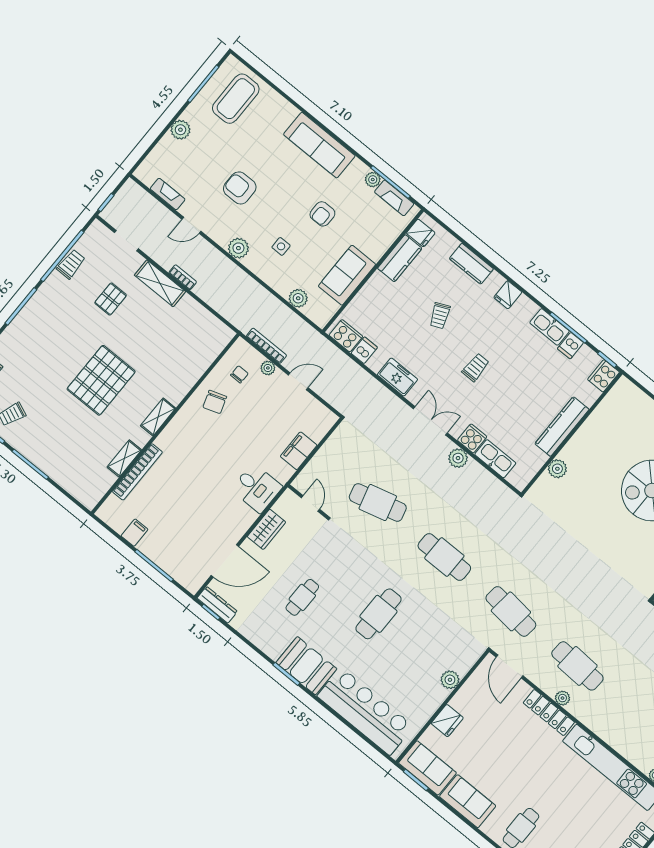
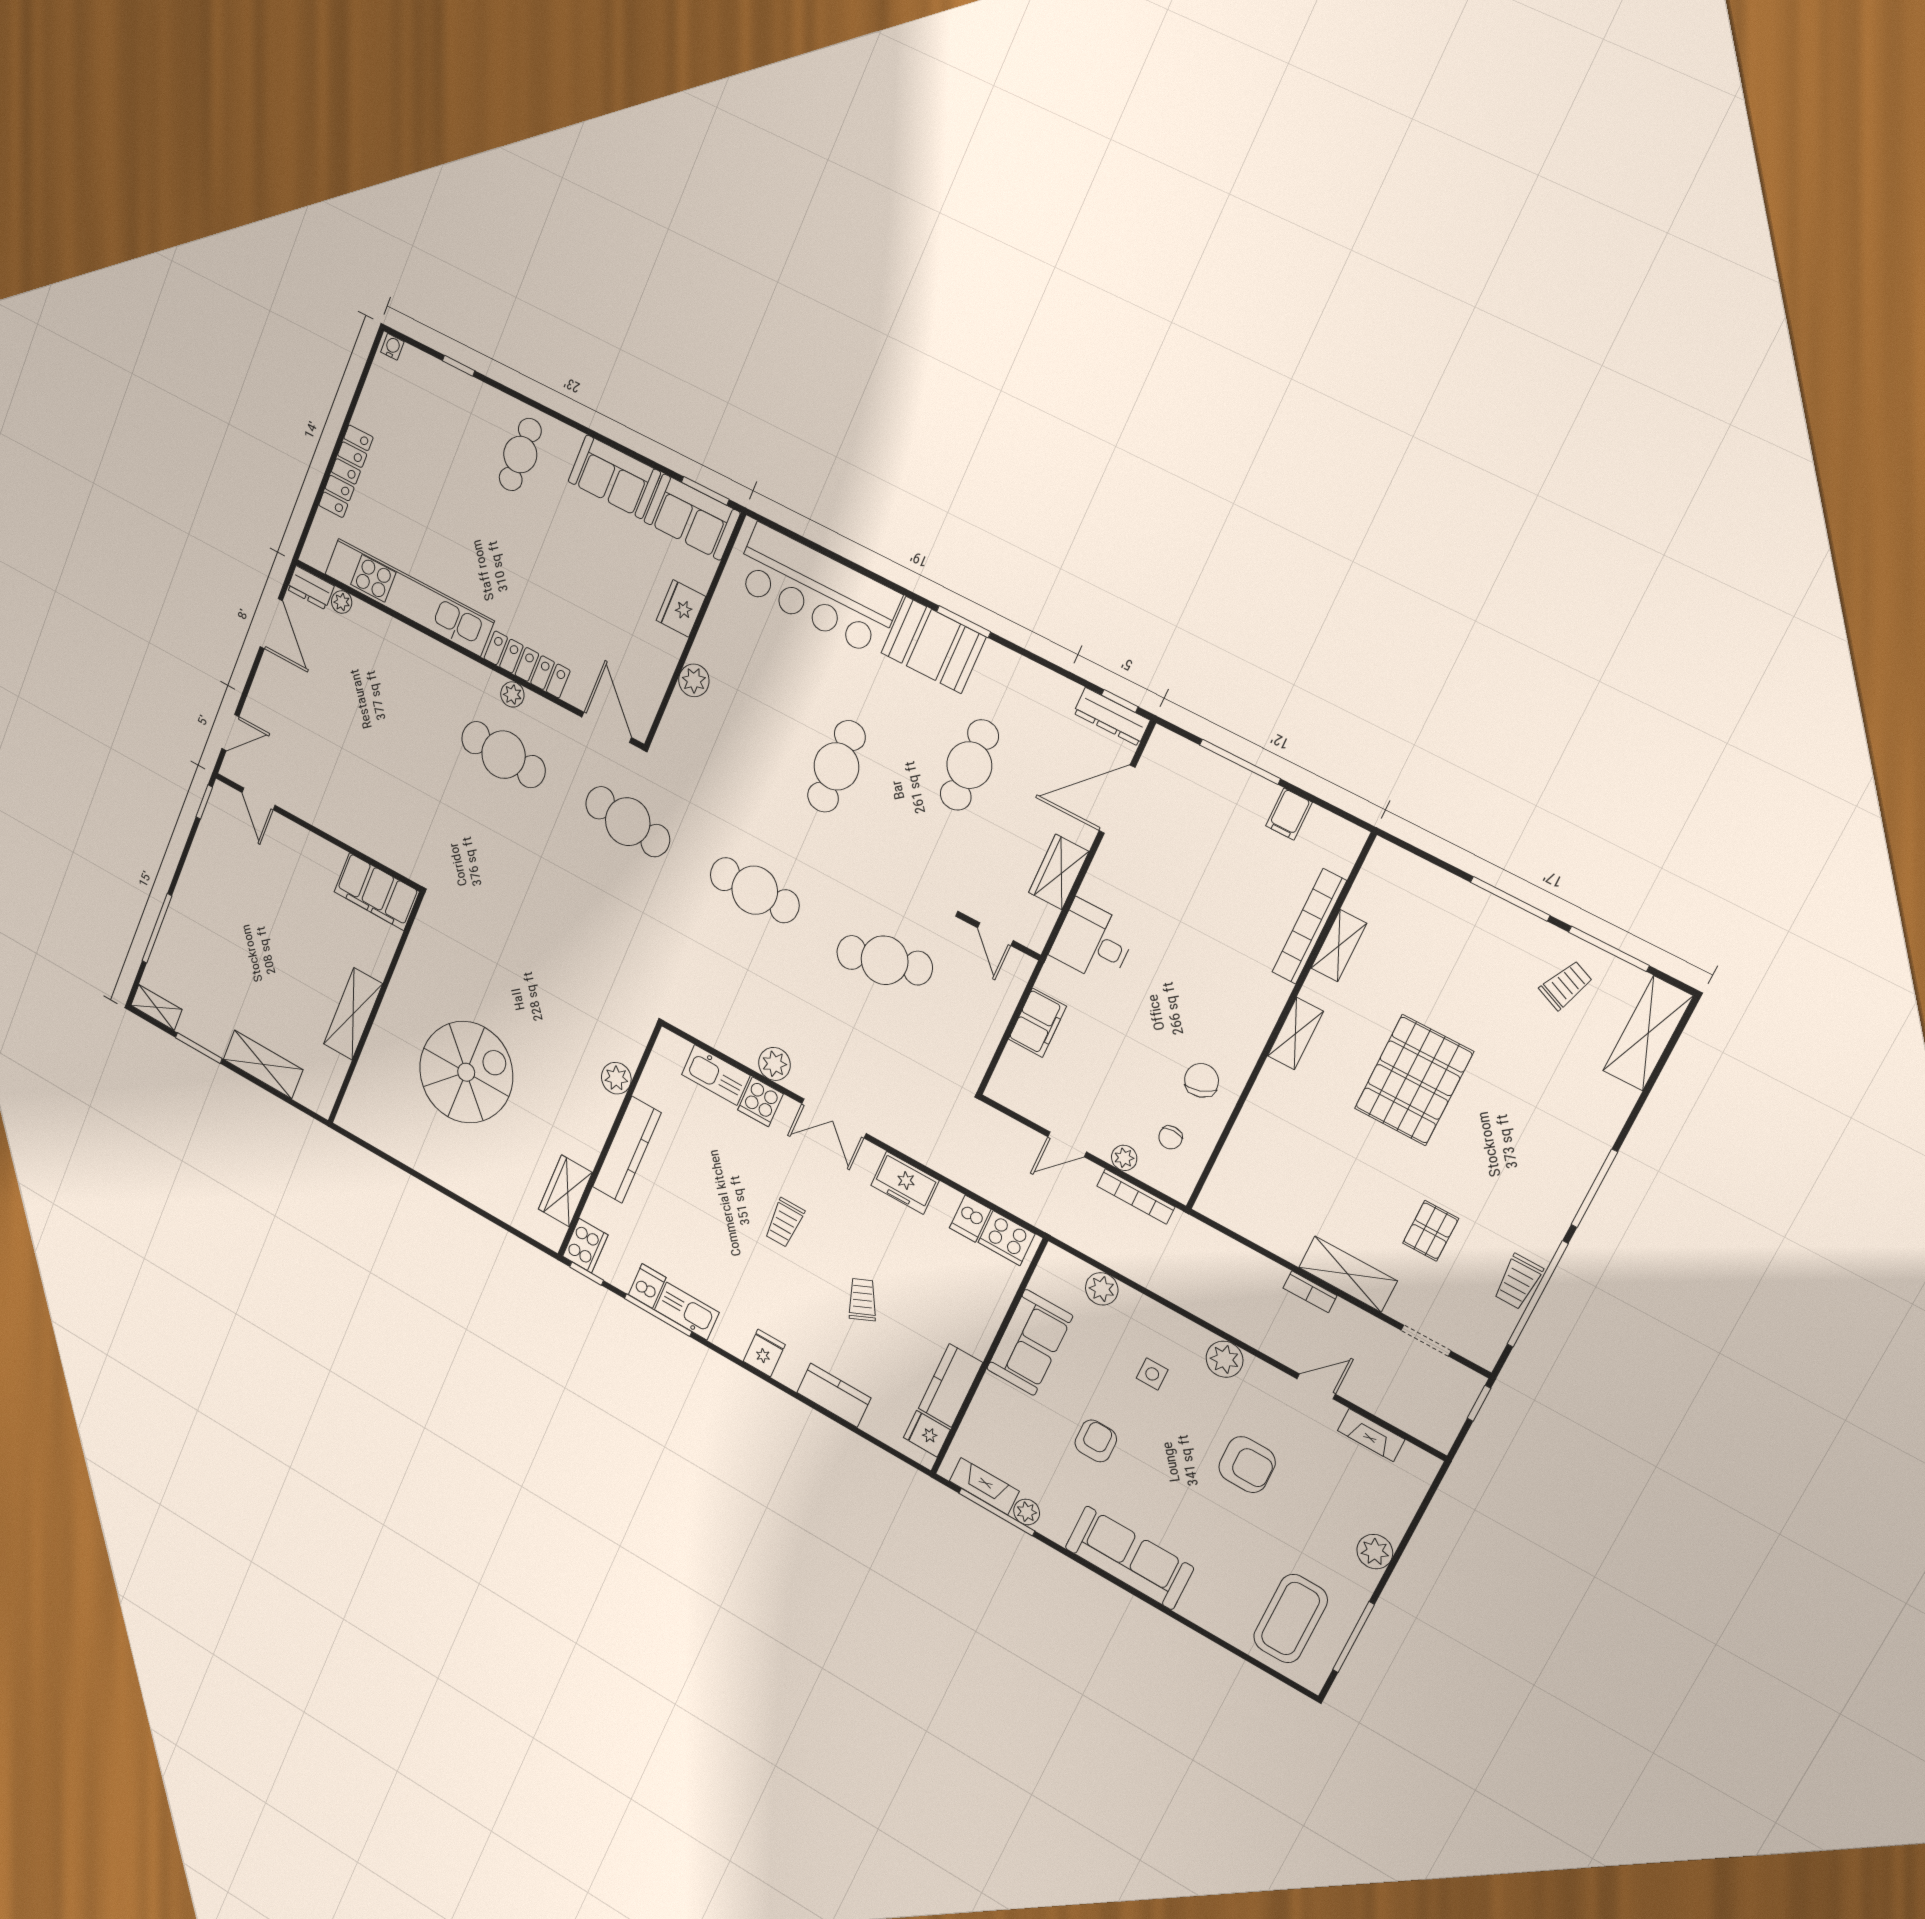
wardrobe: (607, 410) -> (565, 1191), added
cafe table: (302, 597) -> (969, 765), width x1.37, depth x1.35

